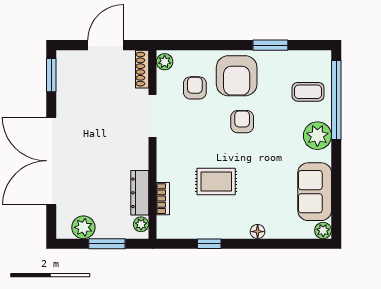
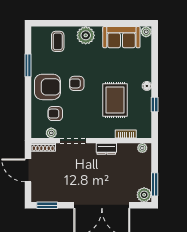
plant: (165, 62) -> (51, 133), moved
window: (336, 100) -> (63, 23), removed
rug: (216, 182) -> (115, 100), width x1.36, depth x1.43
dresser: (140, 193) -> (106, 149), moved, width x0.70
plant: (83, 227) -> (144, 195), moved
floor lamp: (258, 232) -> (147, 86), moved
window: (107, 244) -> (155, 184), moved

